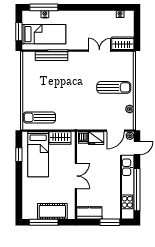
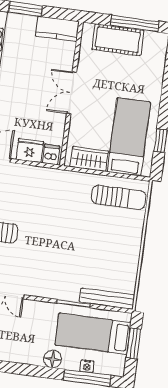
floor lamp: (66, 16) -> (53, 359), added
bench: (51, 56) -> (107, 299), moved

